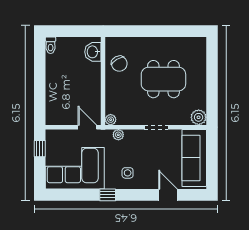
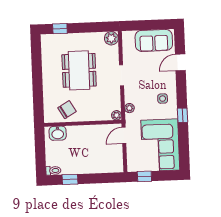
window: (212, 59) -> (60, 29), added
window: (40, 64) -> (70, 179), added
sofa: (194, 158) -> (154, 40), width x0.73

